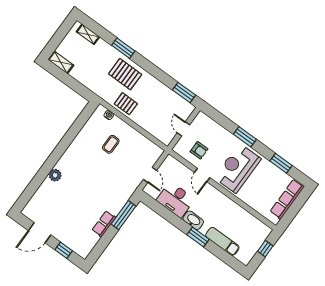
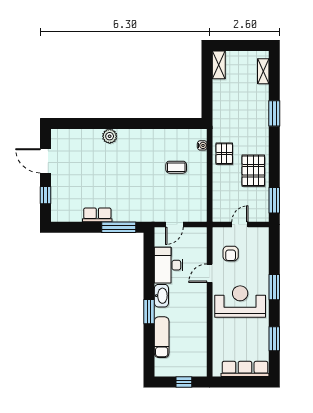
pallet: (125, 74) -> (253, 171), moved

